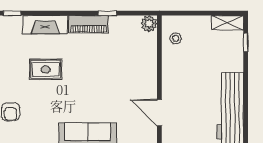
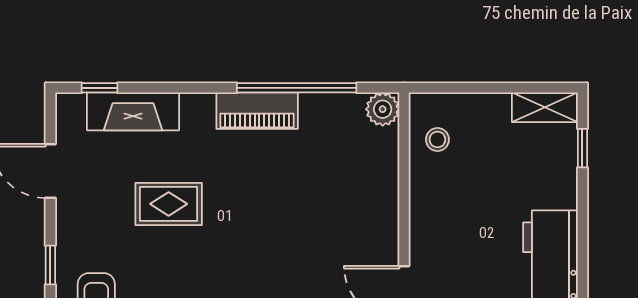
window: (108, 13) -> (297, 88), width x3.17
fireplace: (45, 25) -> (133, 111), moved

